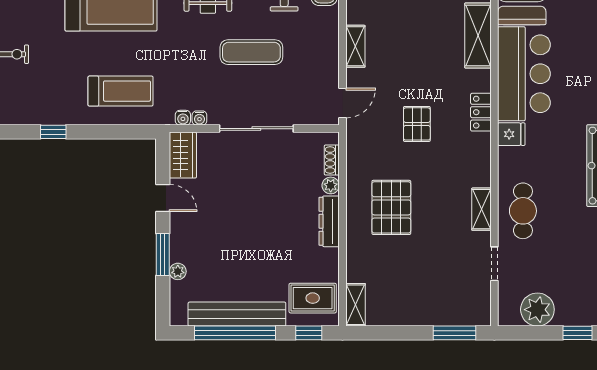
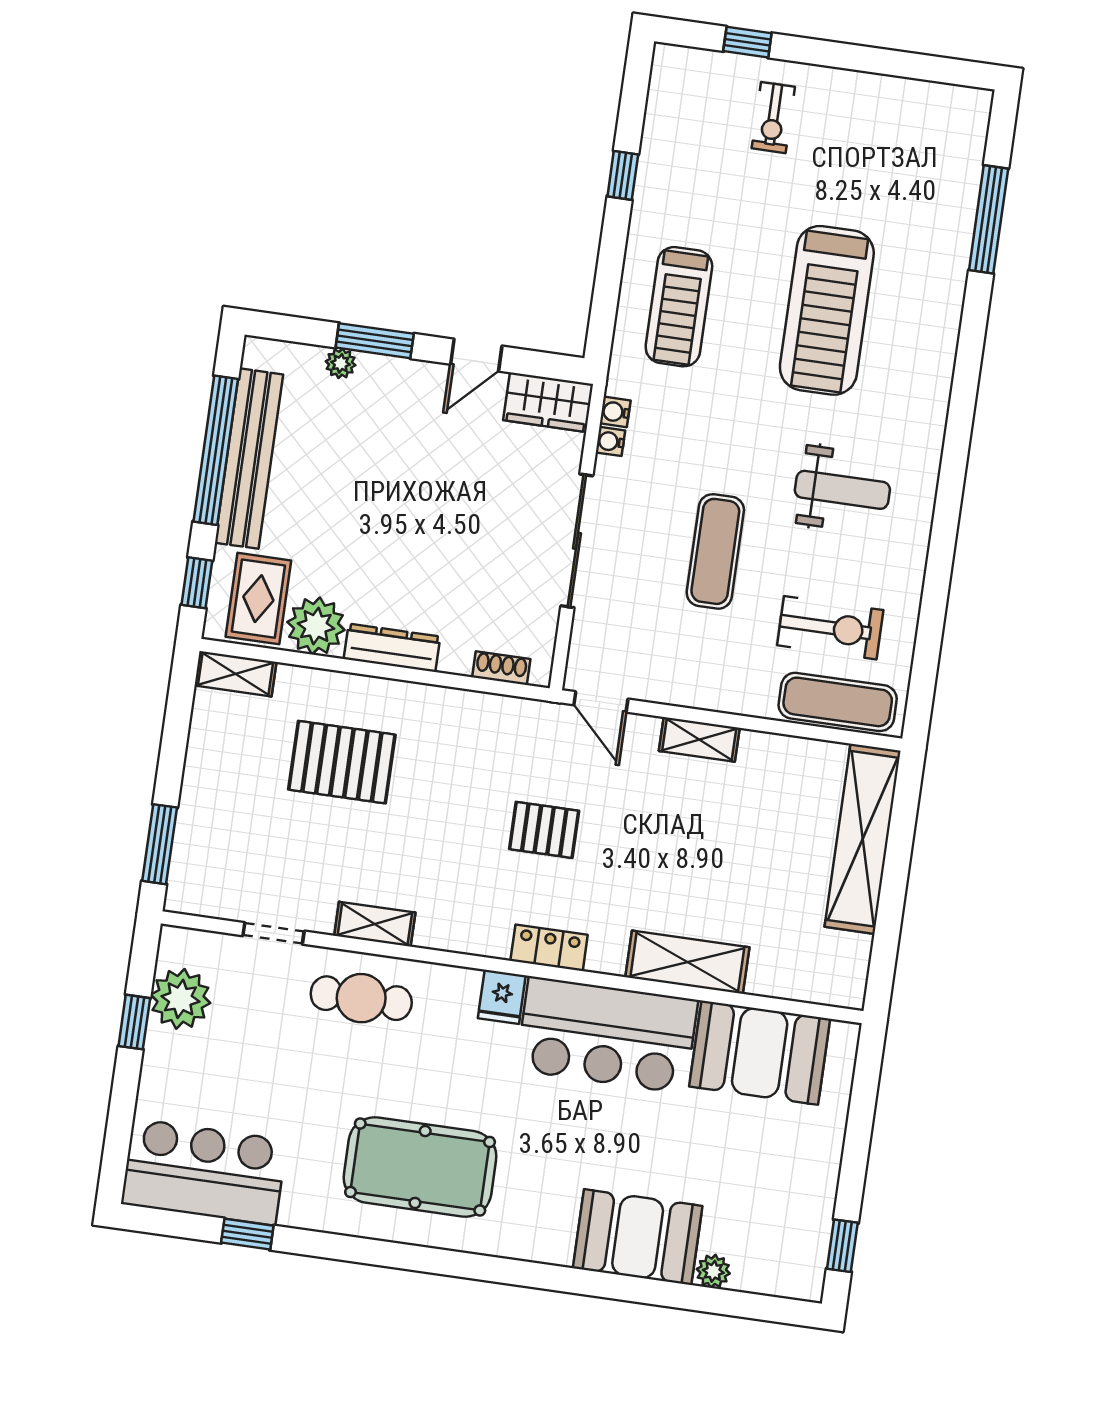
plant: (331, 185) -> (316, 626), moved, width x1.87, depth x1.87
pallet: (391, 207) -> (342, 762), moved
window: (577, 333) -> (134, 1022), moved

